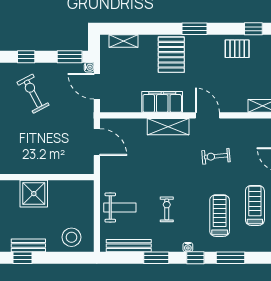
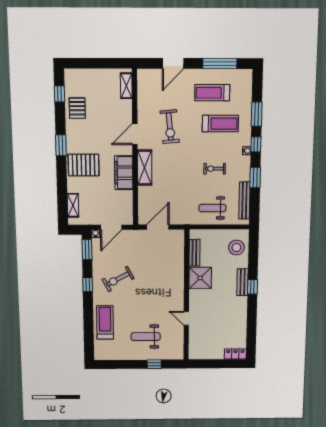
exercise bike: (216, 156) -> (170, 127), width x1.38, depth x1.39
bench: (65, 186) -> (194, 253), added
weight bench: (120, 208) -> (212, 208), turned -90
treadmill: (220, 216) -> (220, 124), turned 180

